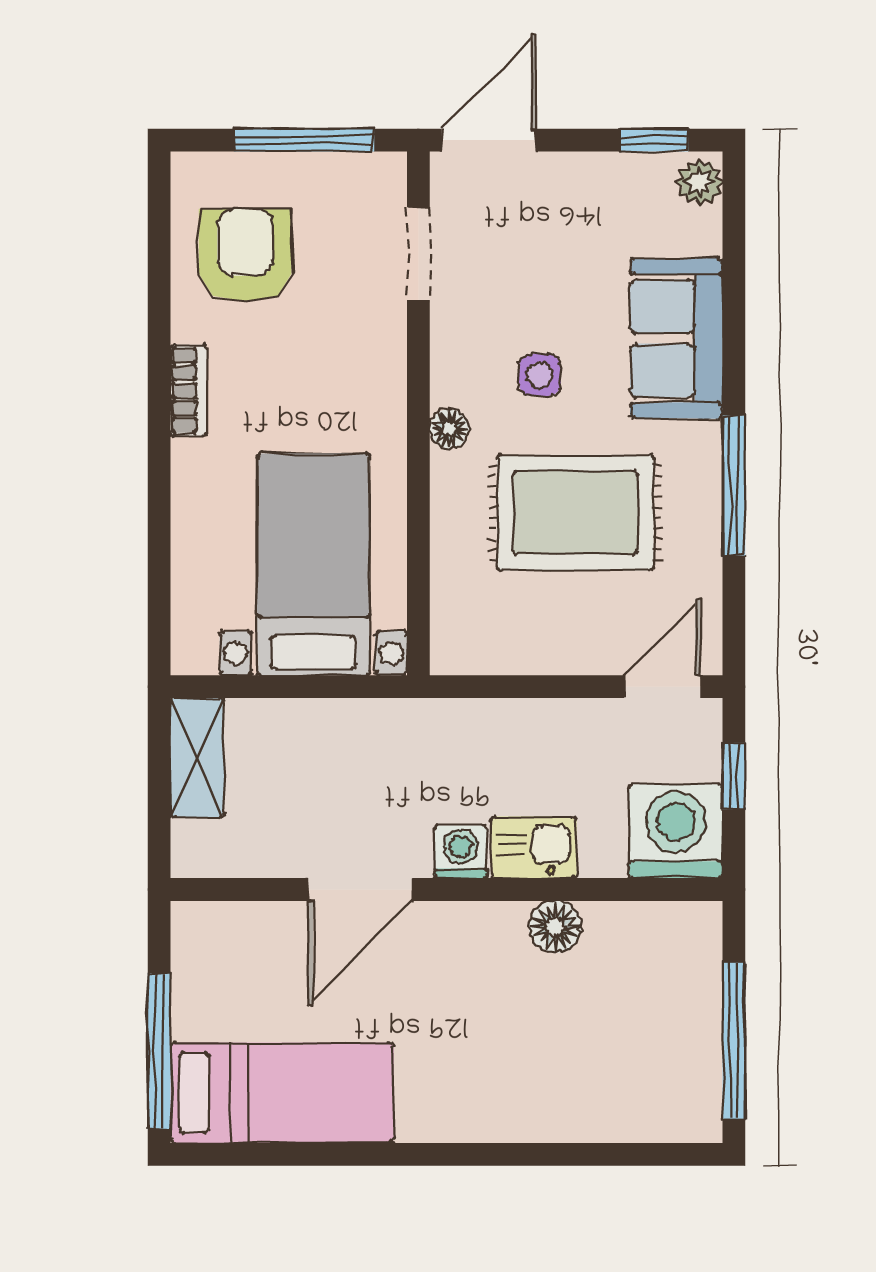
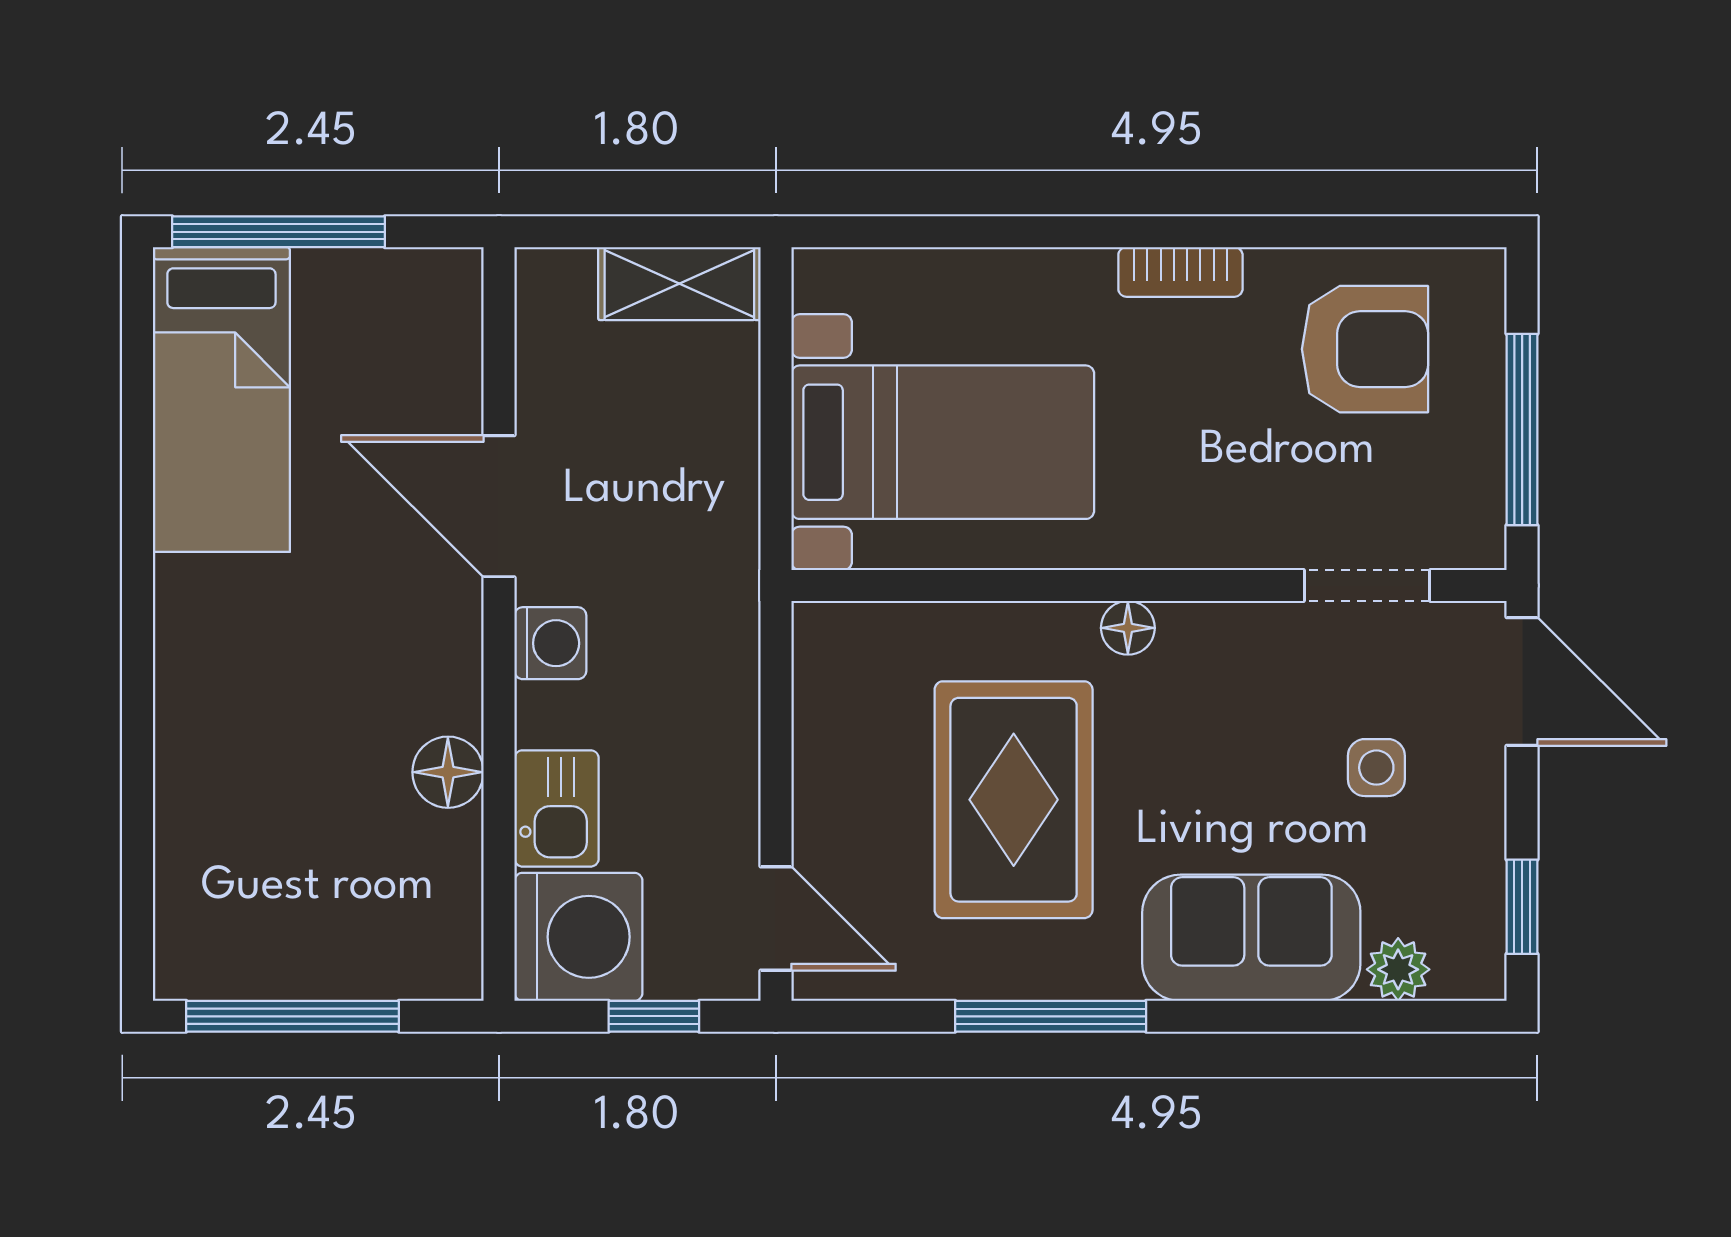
plant: (700, 182) -> (1398, 969), moved
side table: (540, 375) -> (1376, 768), moved
kitchen sink: (534, 847) -> (557, 808), moved

